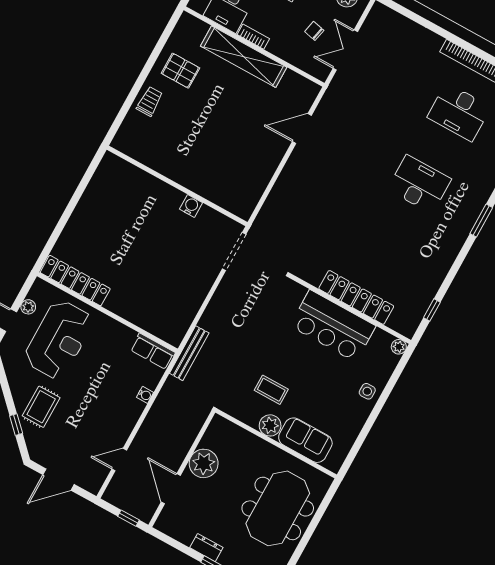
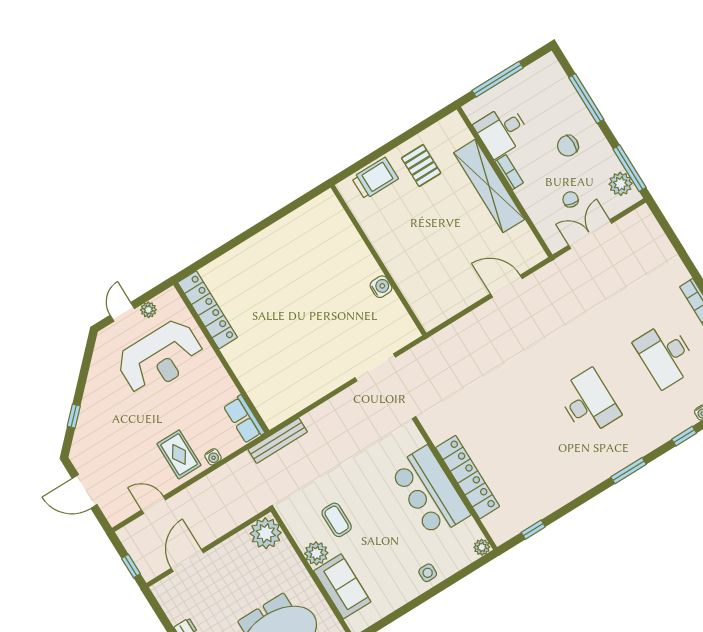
trolley: (150, 101) -> (375, 178), width x1.36, depth x1.39
wall: (177, 186) -> (378, 260), moved
water cooler: (191, 206) -> (381, 287), moved
rug: (41, 407) -> (179, 454), moved, turned 90
plant: (204, 463) -> (266, 533), moved

